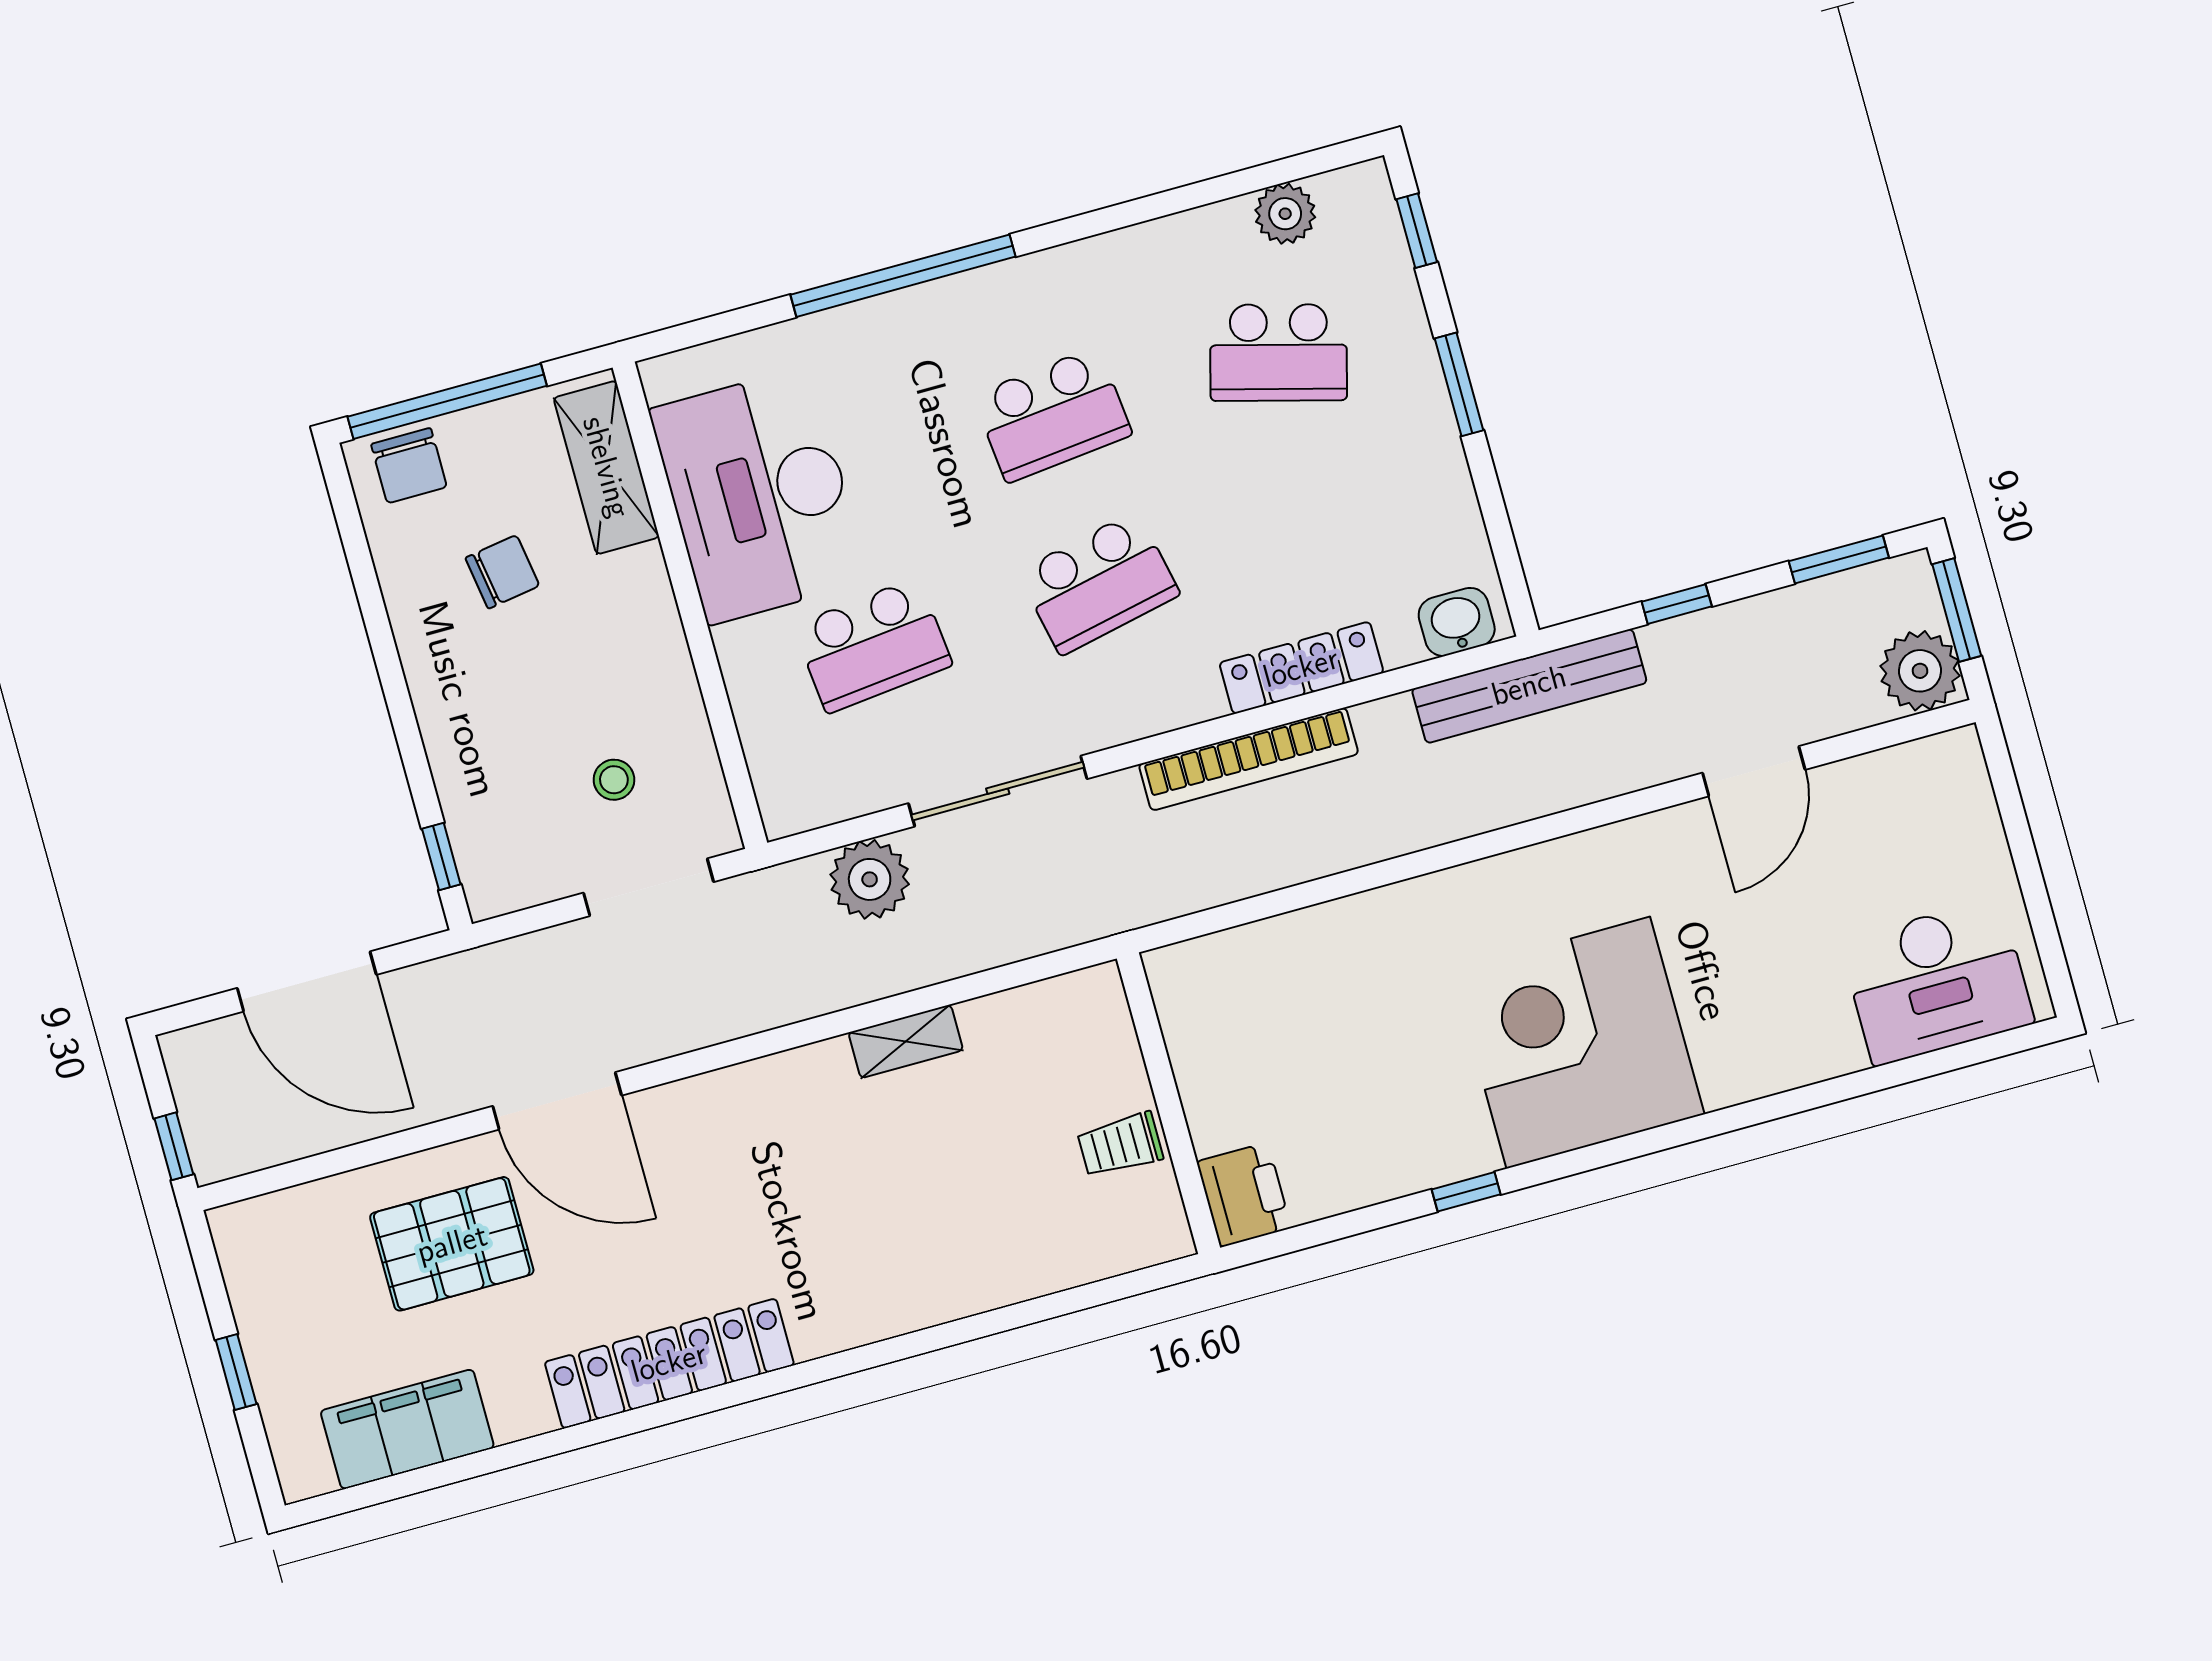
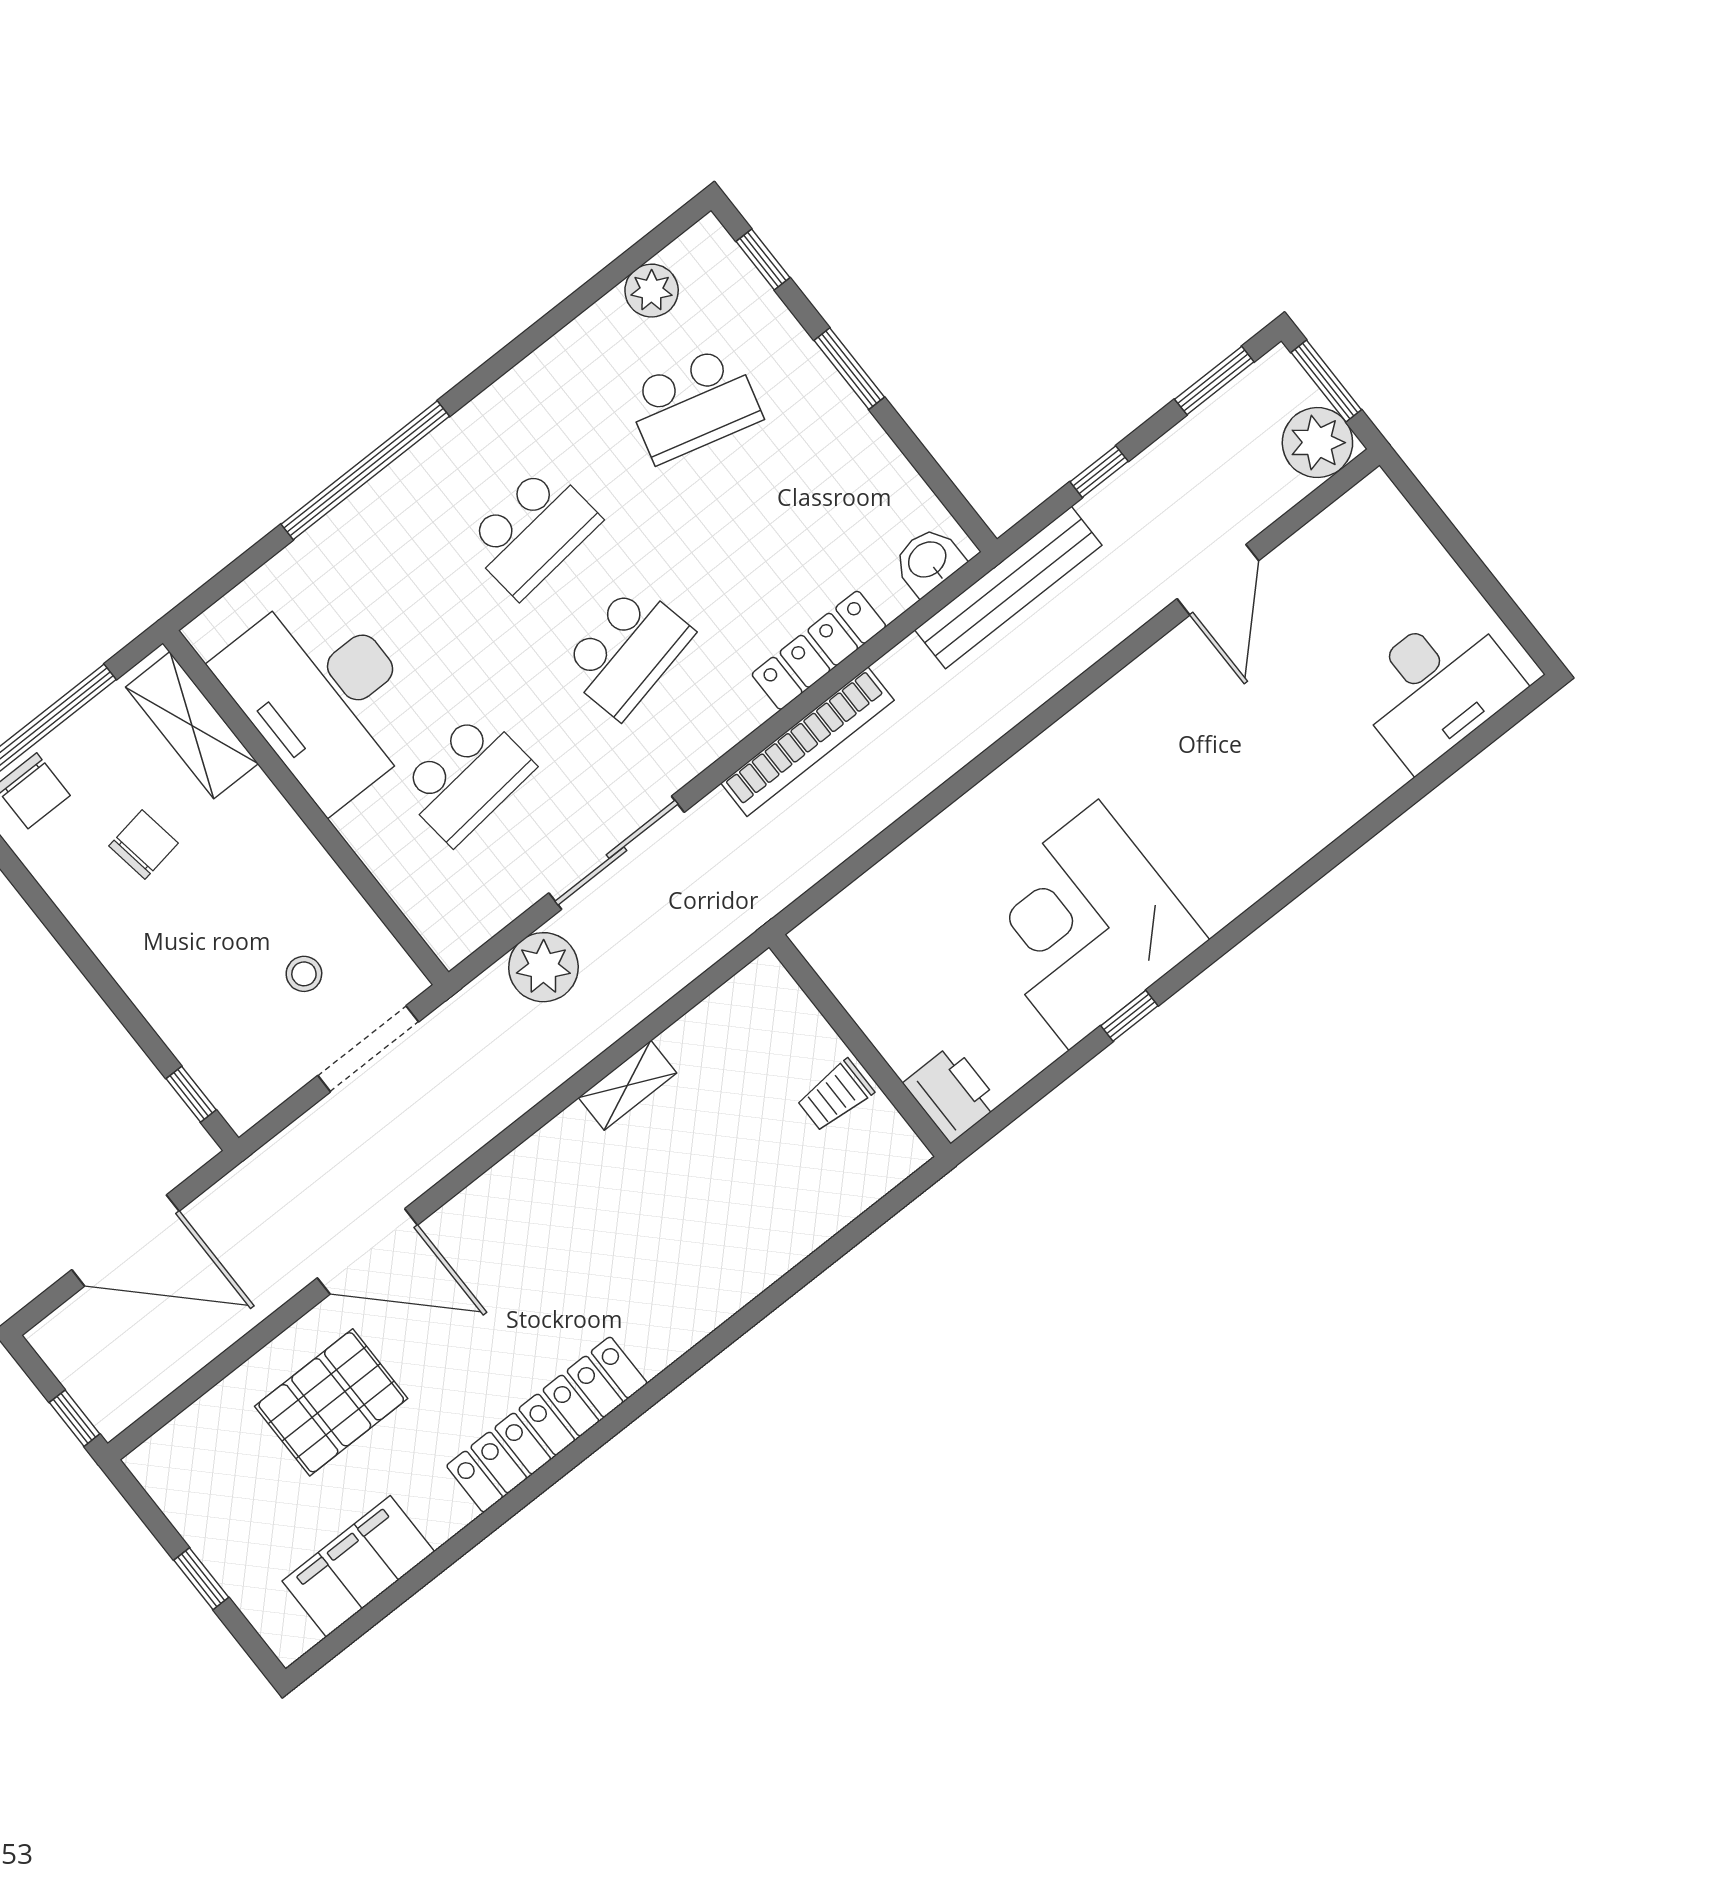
corner desk: (1578, 1043) -> (1084, 925), moved

